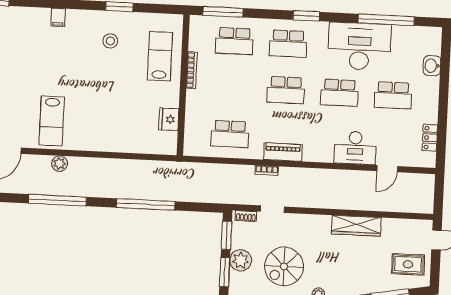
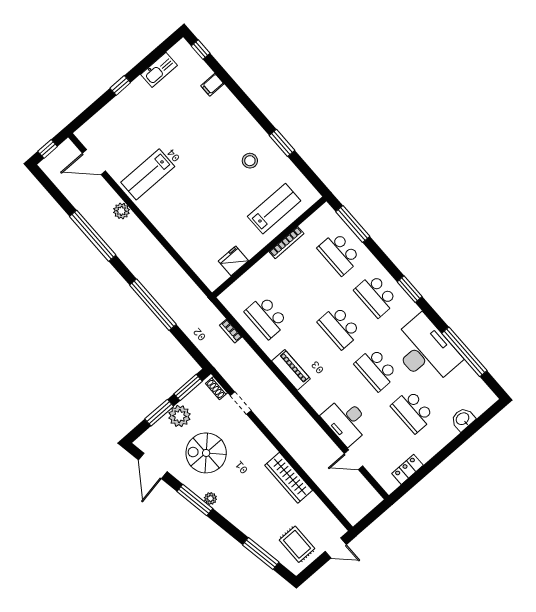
filing cabinet: (58, 17) -> (212, 85), moved
bookcase: (267, 170) -> (231, 331), moved

